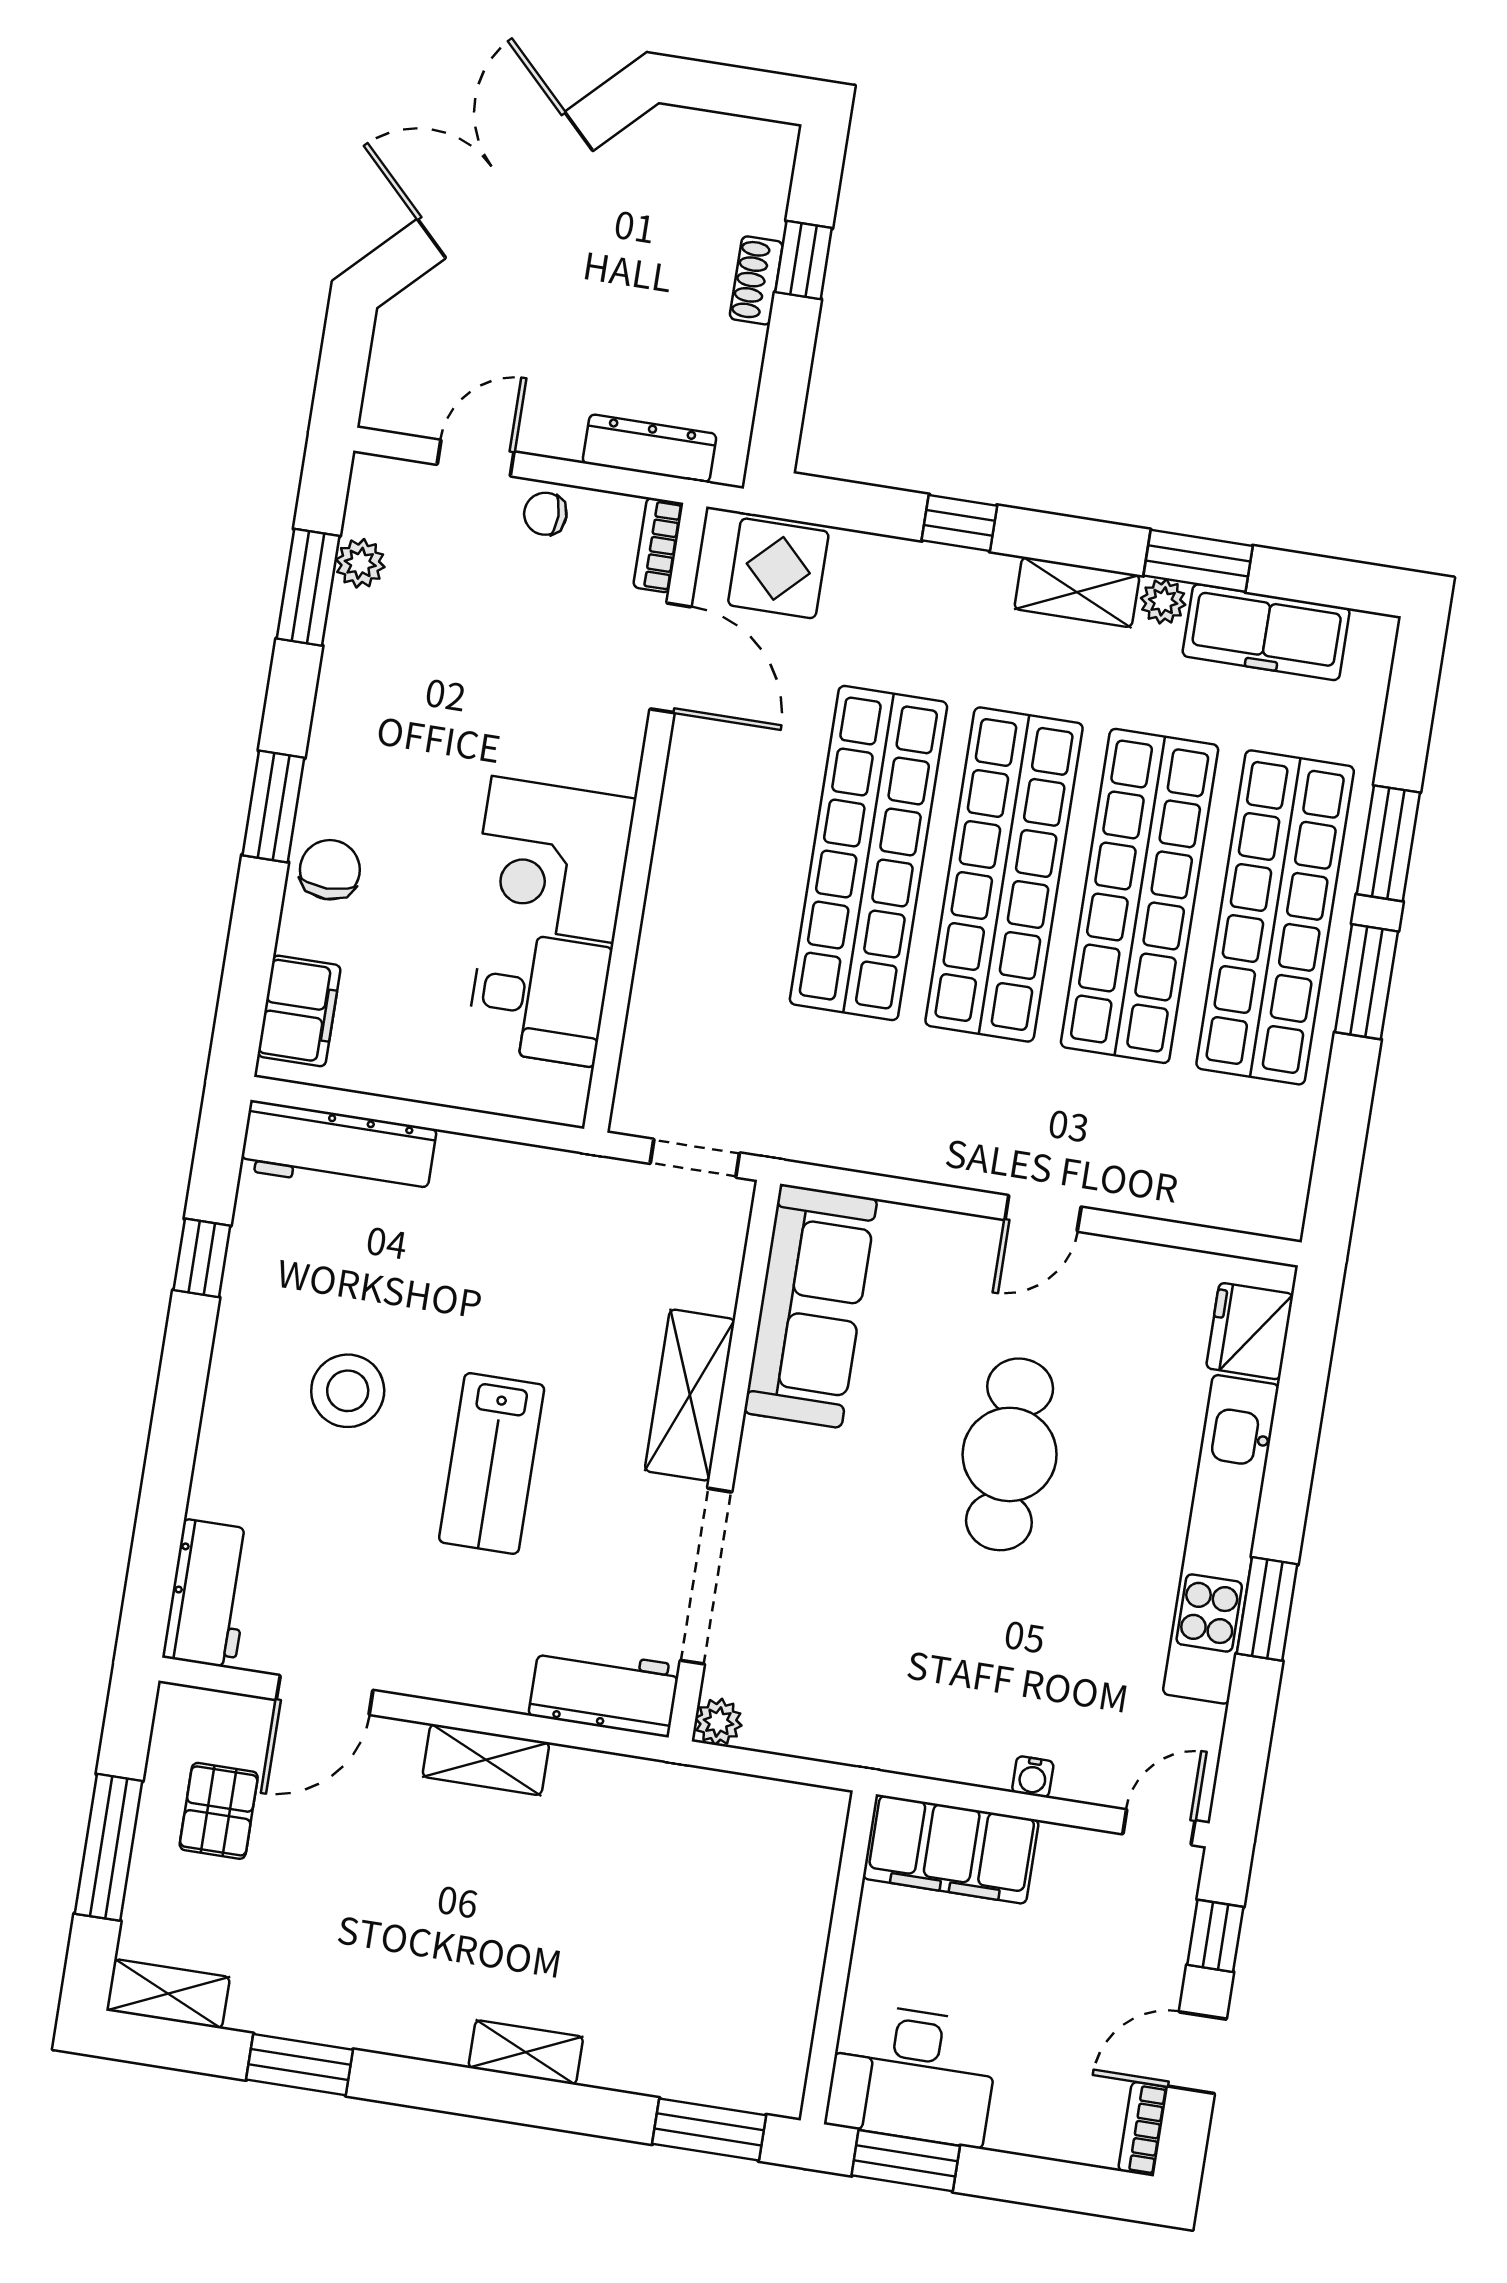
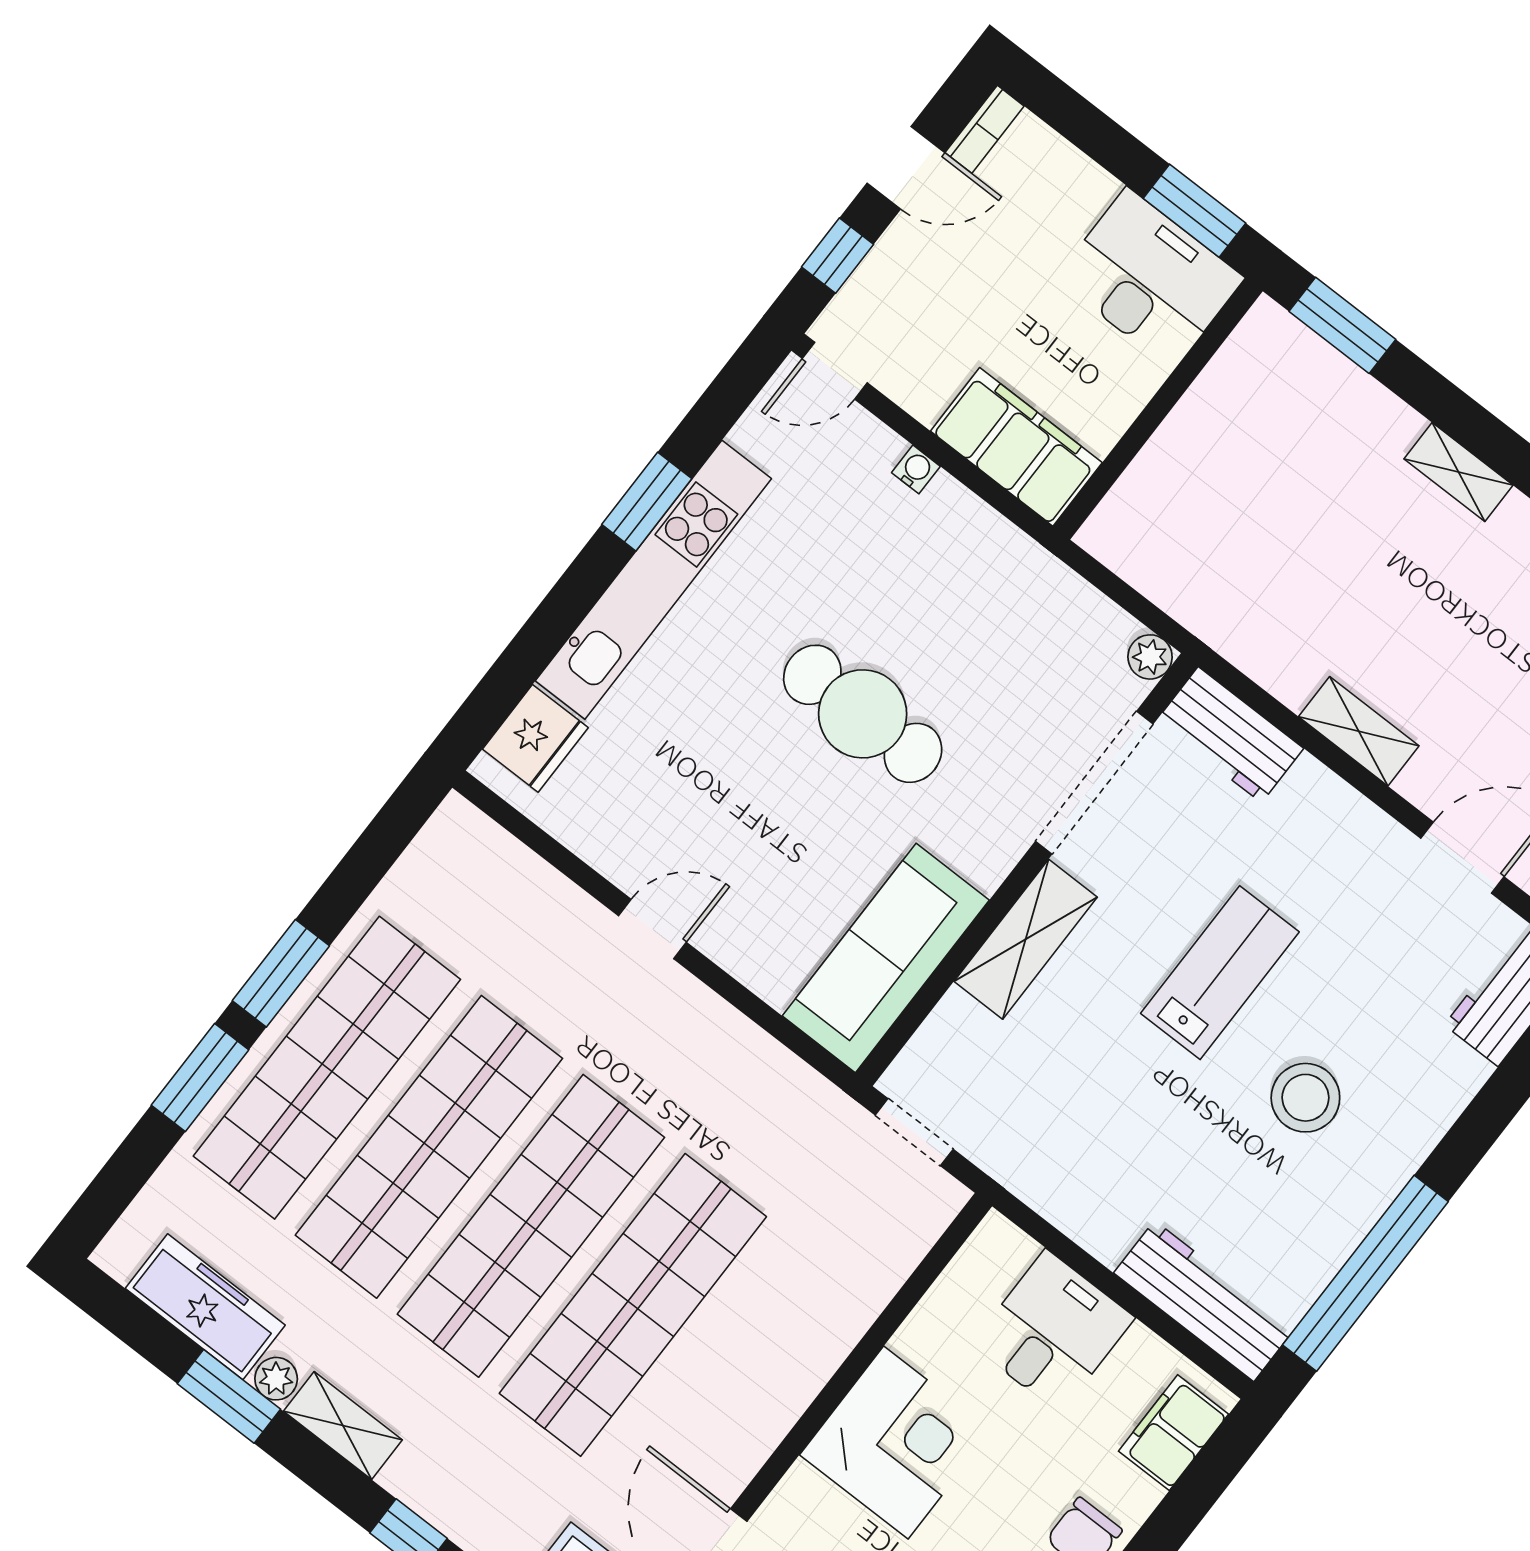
desk: (539, 998) -> (1053, 1331), moved, turned 90
window: (202, 1258) -> (1365, 1273), width x3.17
cafe table: (1010, 1454) -> (863, 714), moved, turned 90

